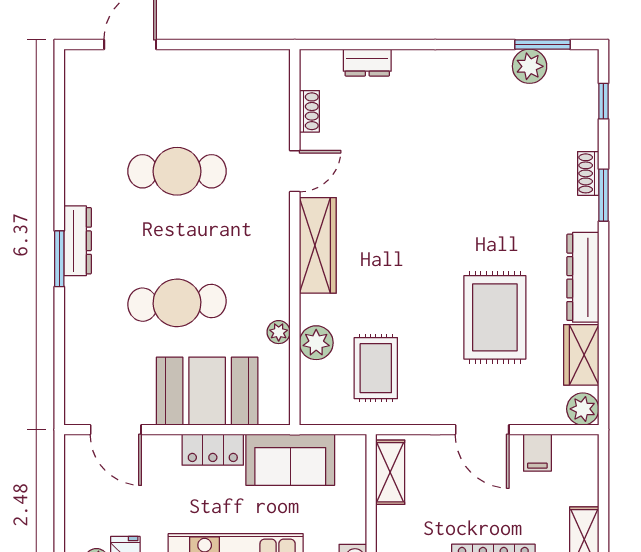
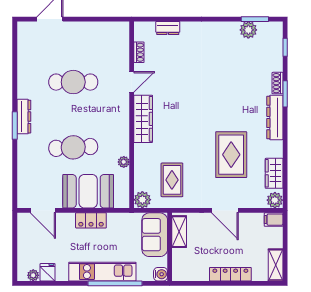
dresser: (583, 277) -> (275, 117), moved
plant: (316, 343) -> (142, 200), moved
filing cabinet: (537, 453) -> (274, 220), moved, turned 90
sofa: (290, 460) -> (155, 235), moved, turned 90

